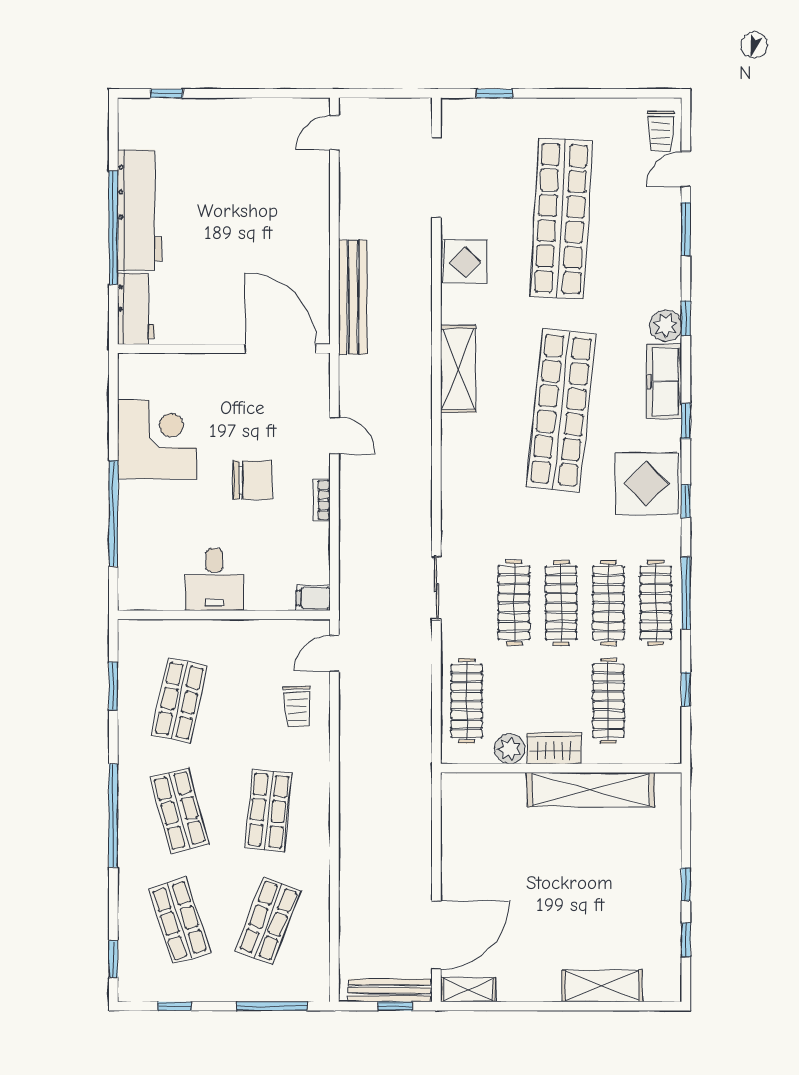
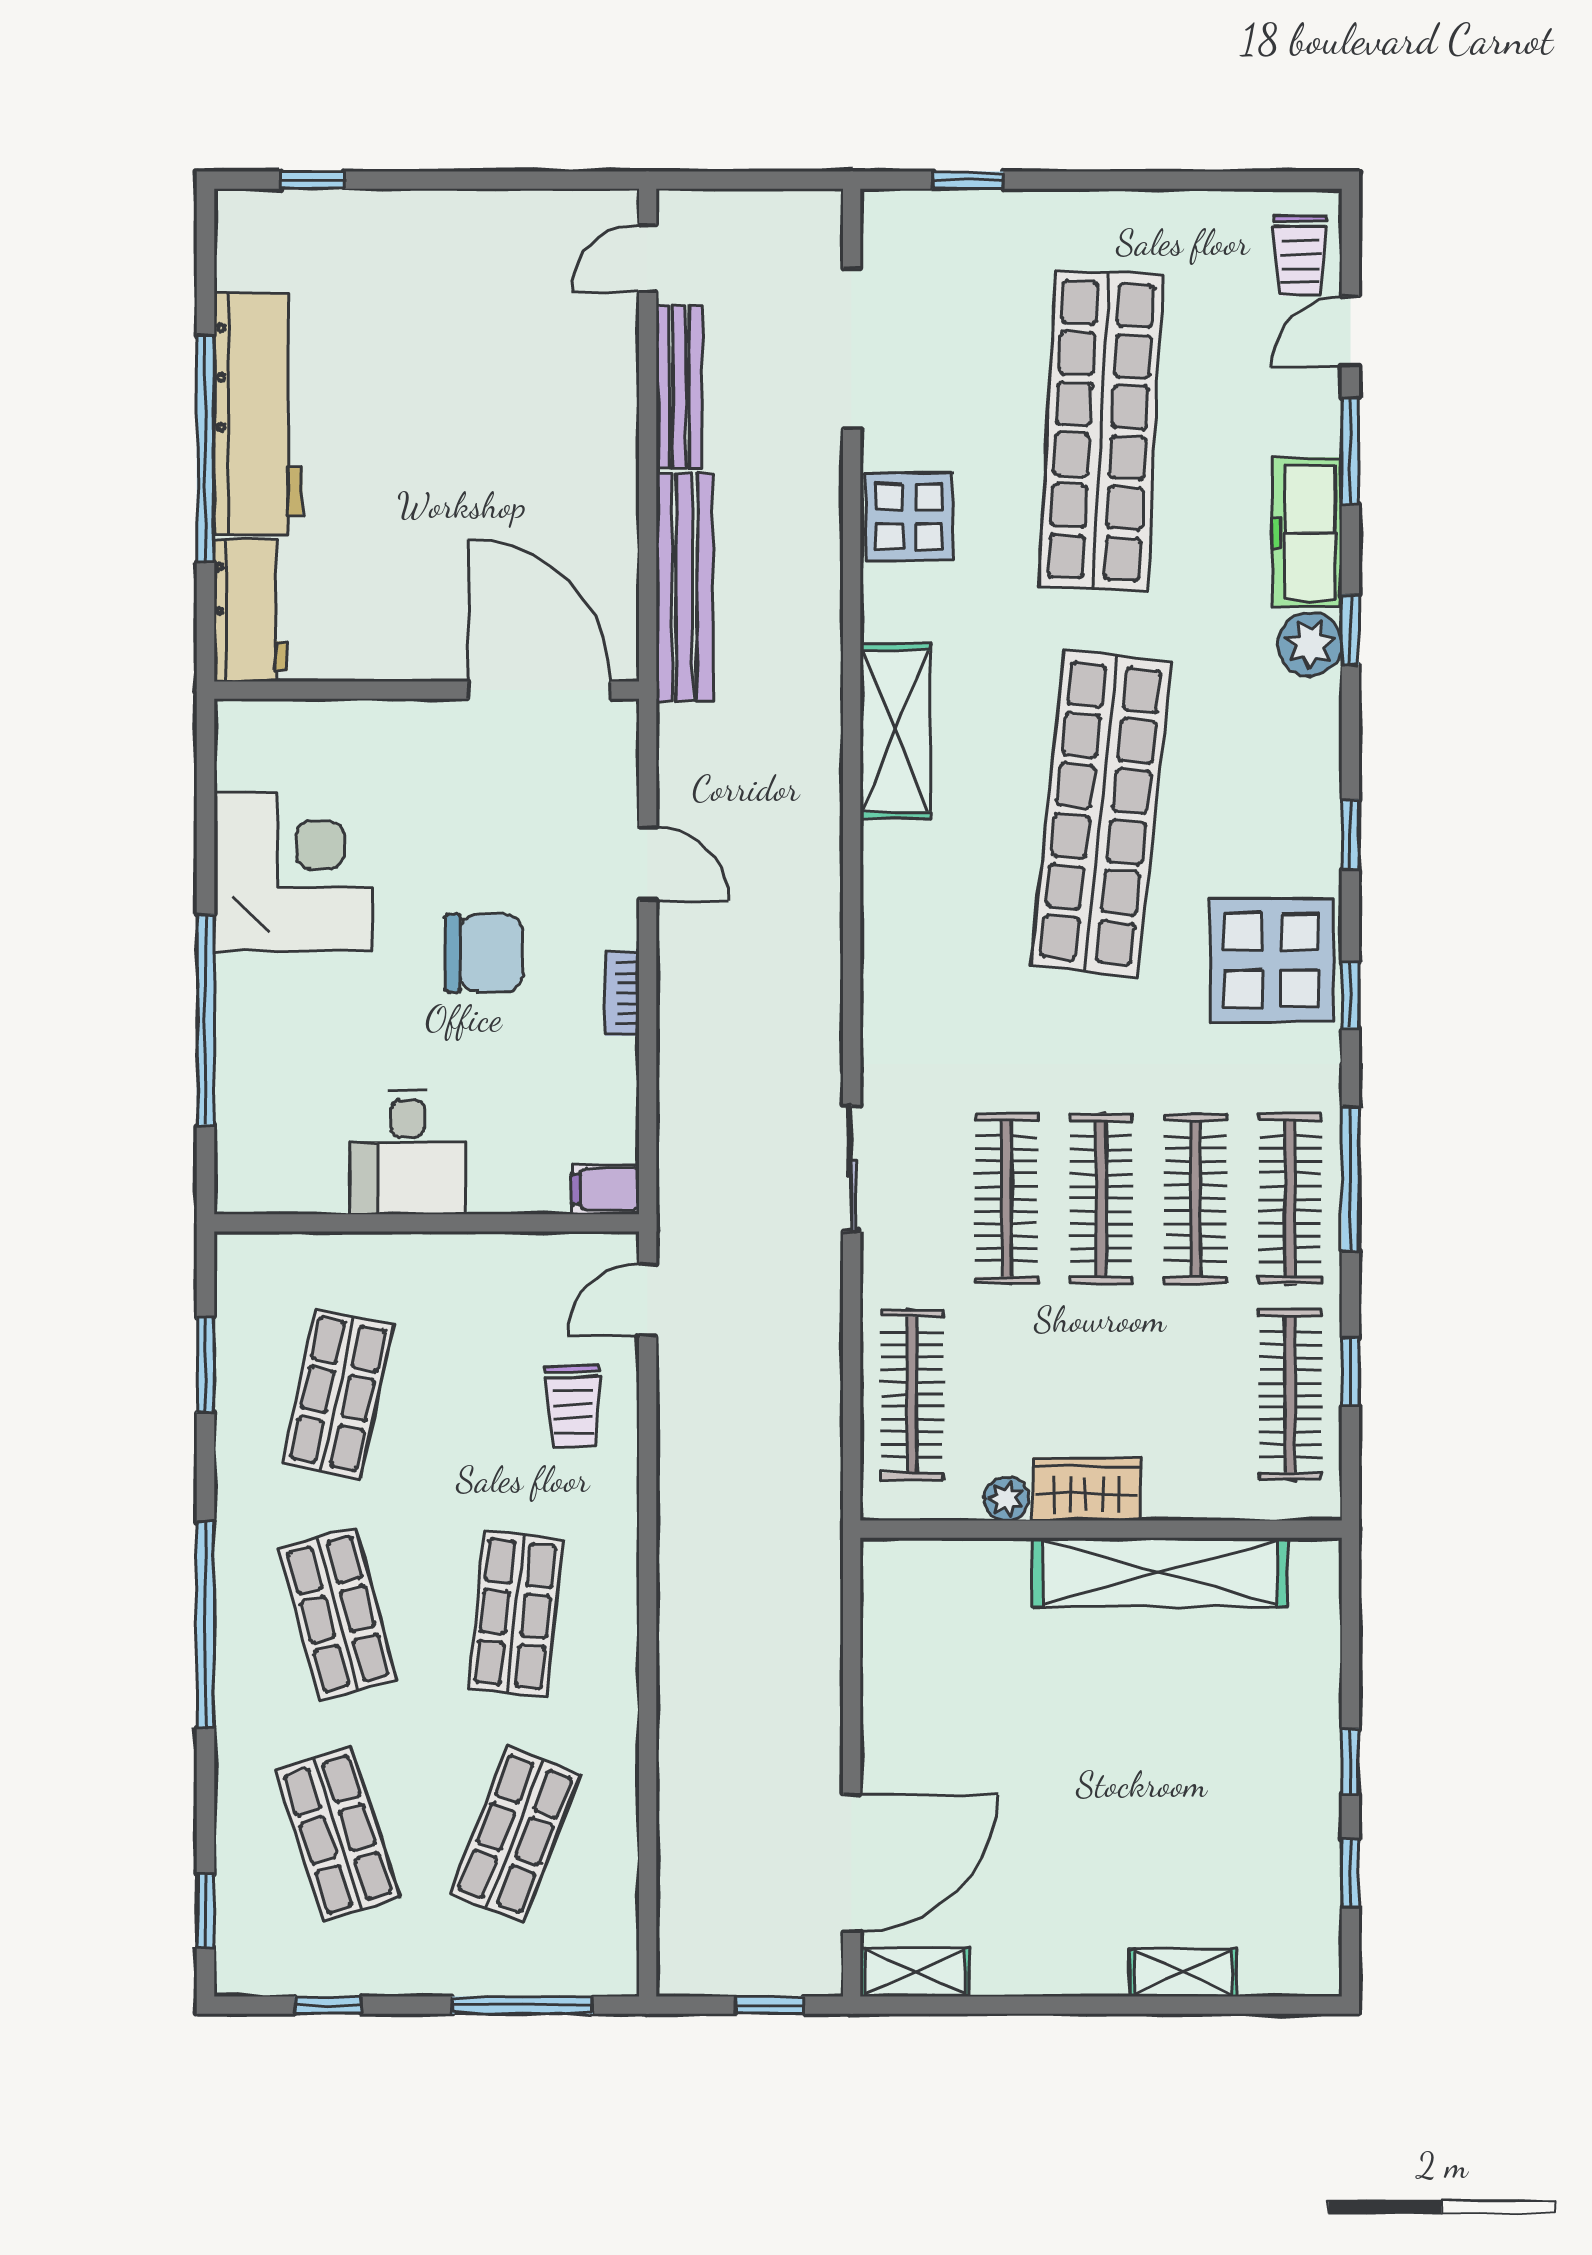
freezer: (664, 381) -> (1307, 533), moved
clothes rail: (608, 701) -> (1290, 1395), moved
plant: (510, 749) -> (1006, 1499), width x0.73, depth x0.73
shelving: (602, 986) -> (1183, 1973), width x0.67, depth x0.75
bench: (389, 990) -> (679, 387), moved, turned 90

